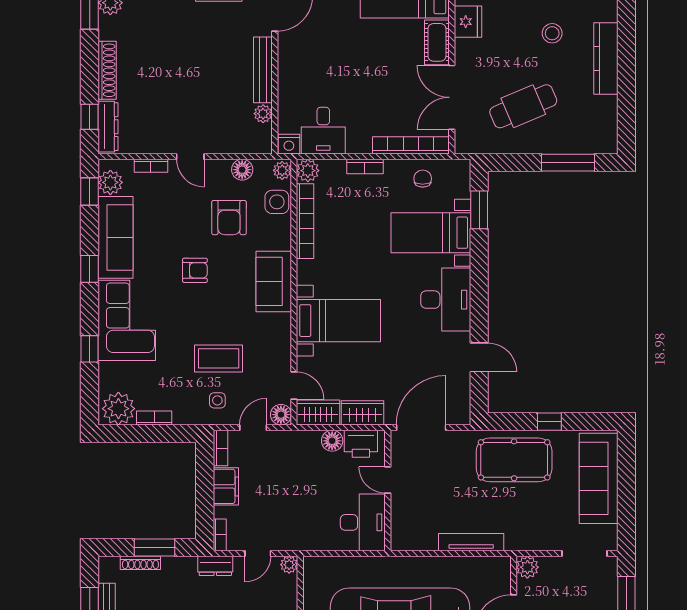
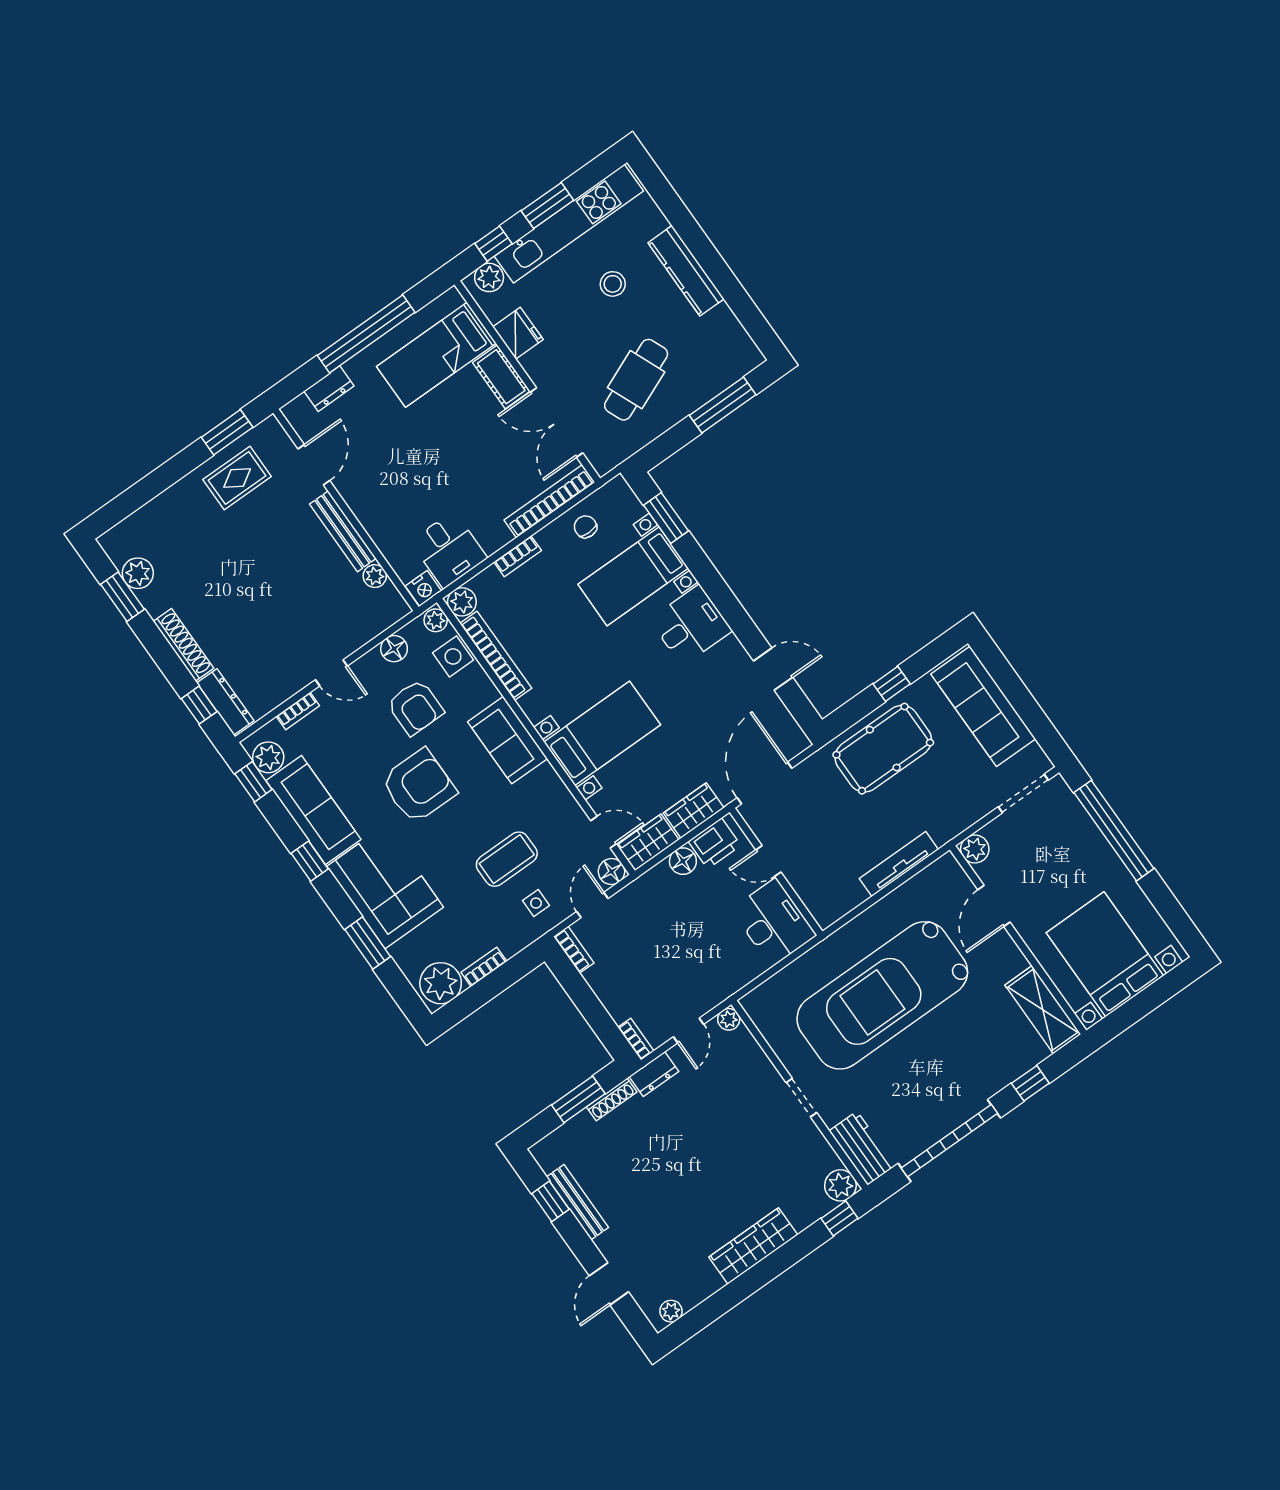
armchair: (195, 270) -> (419, 786), width x1.88, depth x1.88
desk: (446, 300) -> (691, 625), width x0.73
window: (90, 349) -> (368, 943), width x1.50
filing cabinet: (226, 486) -> (607, 985), removed
shoe rack: (140, 563) -> (612, 1099), moved

